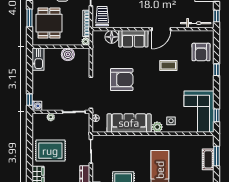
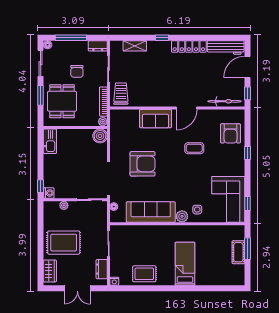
floor lamp: (112, 37) -> (131, 117), removed
boiler: (68, 54) -> (100, 136), moved

